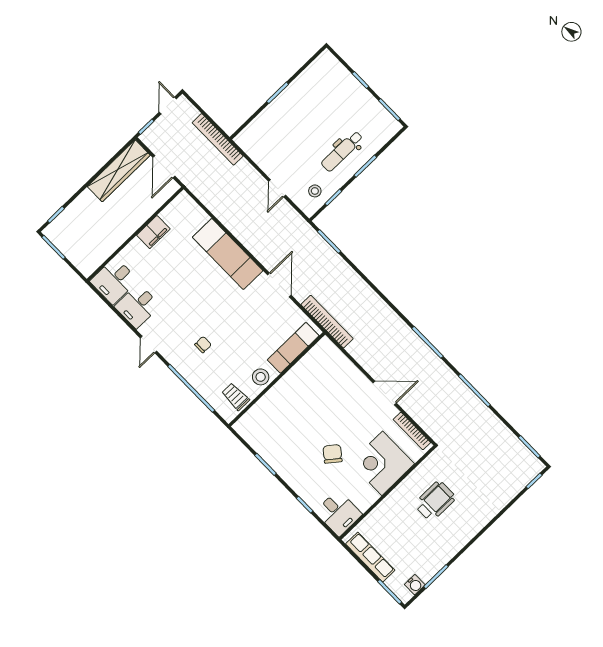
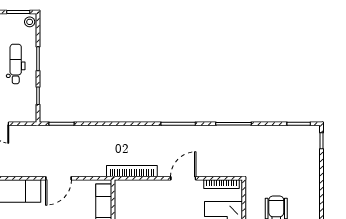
dental chair: (342, 151) -> (16, 64), turned 180
stool: (315, 191) -> (30, 22), moved
door: (279, 285) -> (59, 178), swing flipped
bookcase: (327, 322) -> (132, 171), moved

